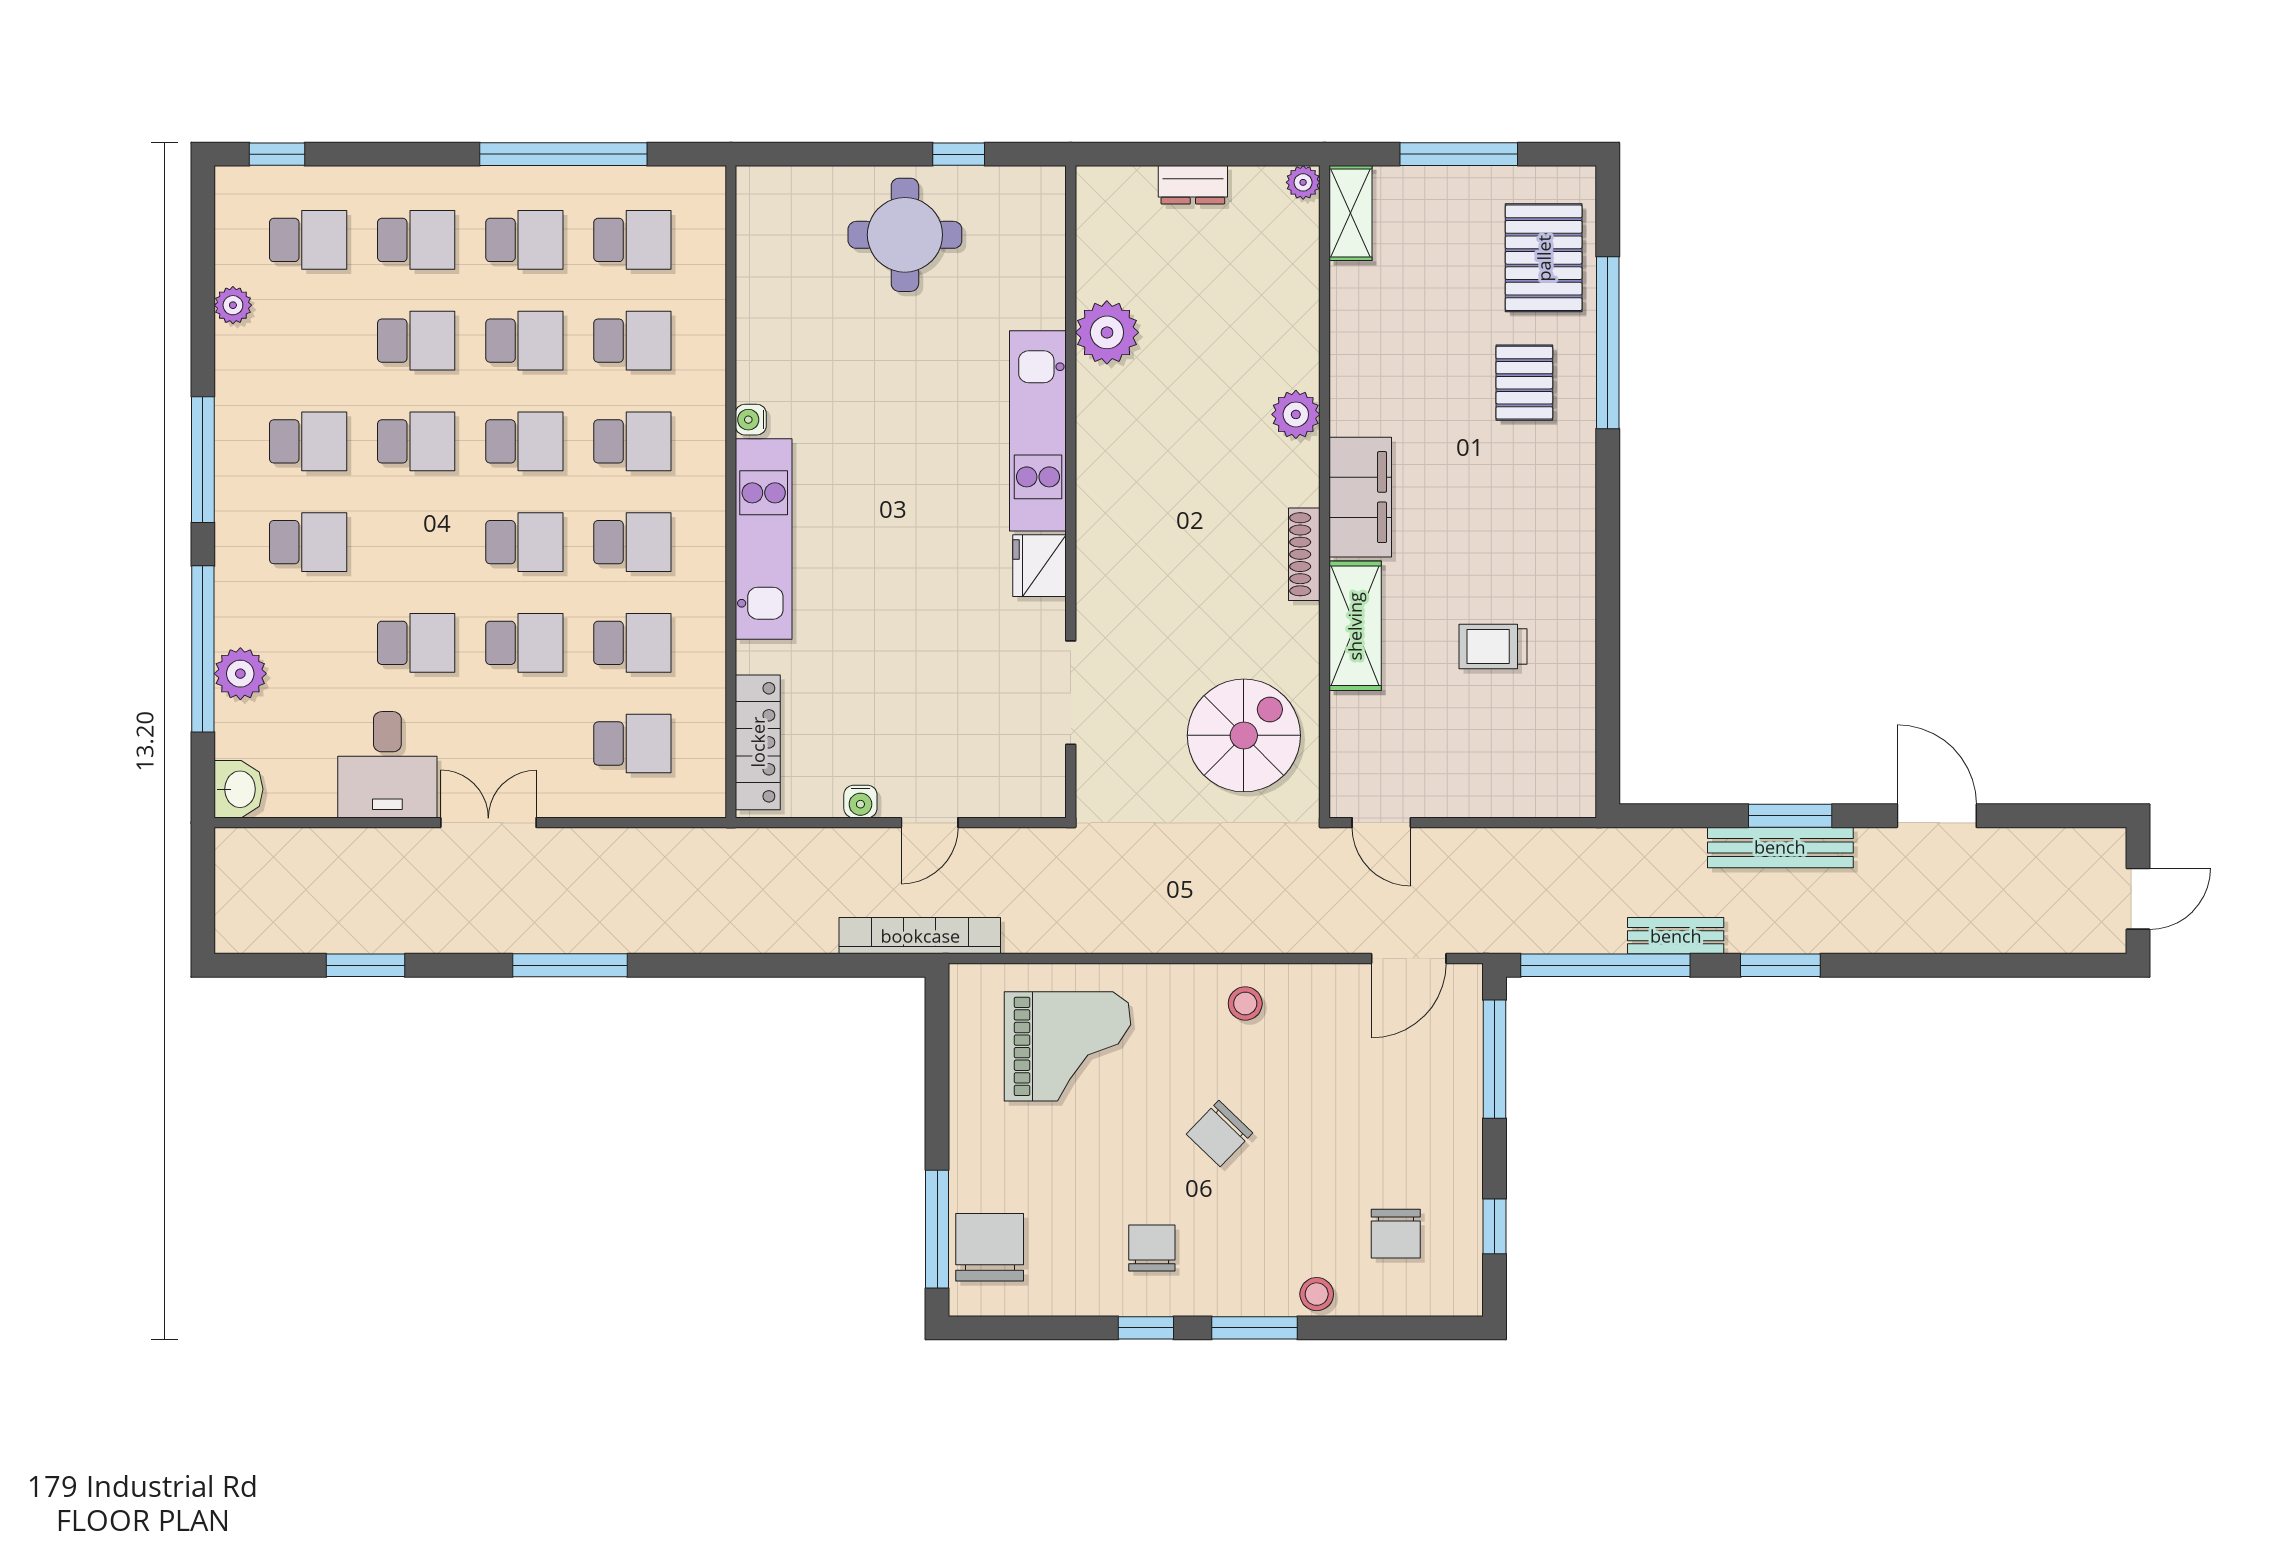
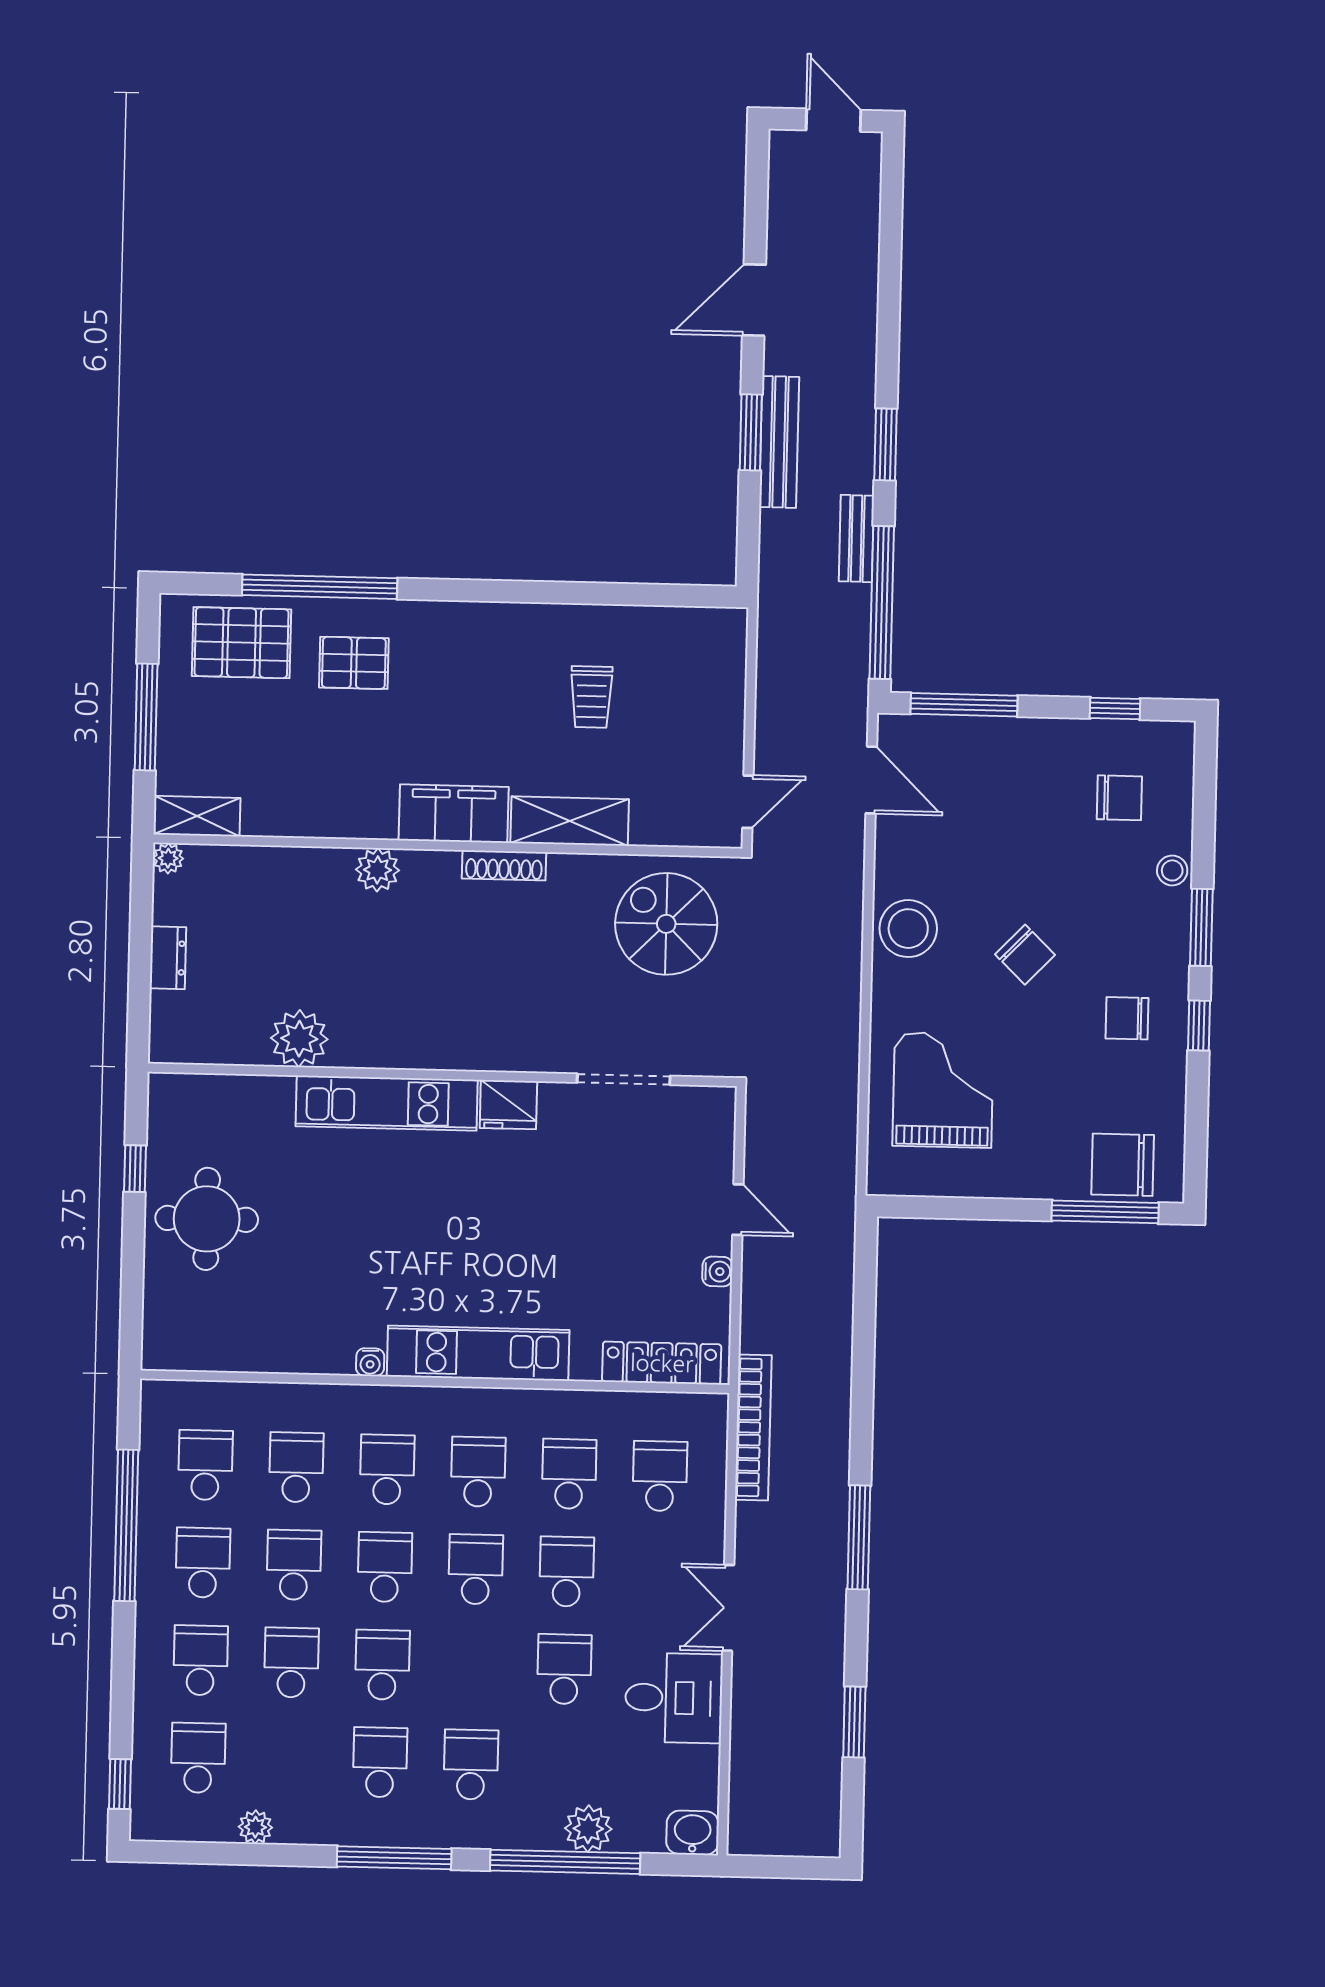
bookcase: (920, 936) -> (753, 1427), moved, turned 180
stool: (1245, 1003) -> (908, 929), width x1.89, depth x1.89

